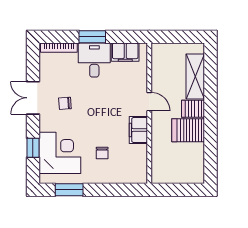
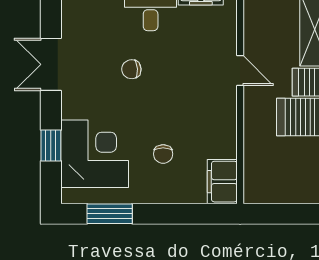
chair: (65, 103) -> (131, 69), moved
filing cabinet: (138, 130) -> (222, 182), moved

